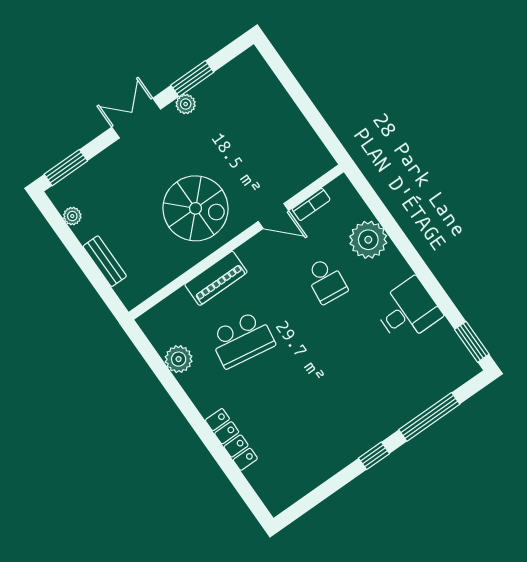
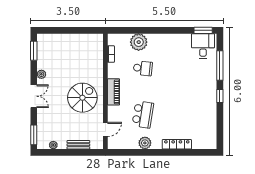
window: (192, 79) -> (34, 51), moved
double door: (136, 118) -> (34, 96), swing flipped
door: (273, 216) -> (105, 129), moved
piano: (216, 278) -> (113, 92), moved
desk: (408, 311) -> (203, 46), moved
plant: (179, 359) -> (145, 143), moved

